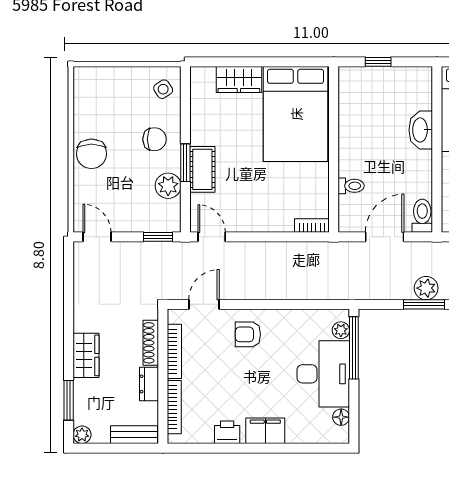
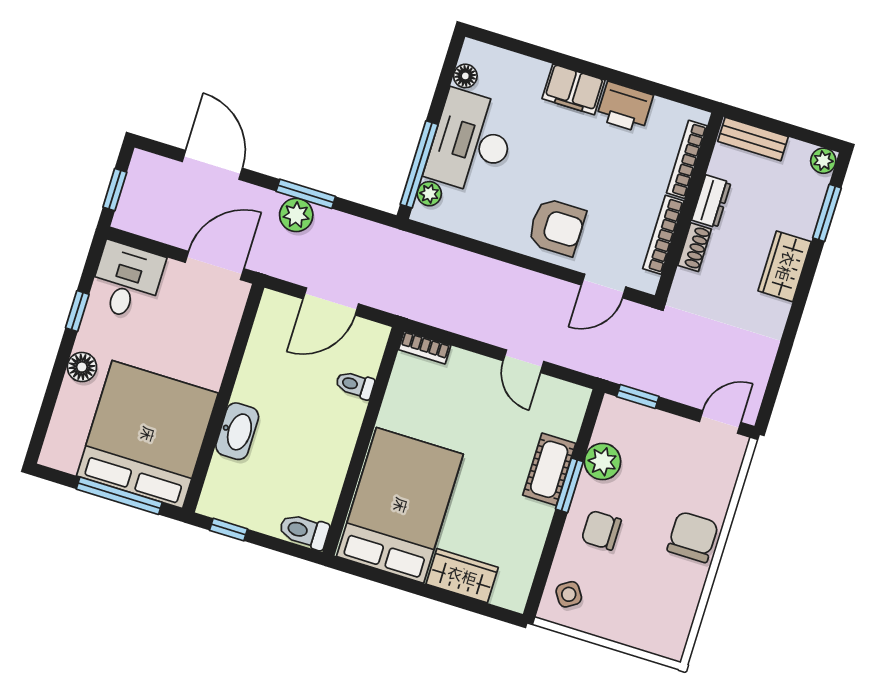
window: (378, 62) -> (229, 530), moved
toilet: (422, 216) -> (304, 531), moved, turned 90
door: (97, 237) -> (720, 422), swing flipped
door: (212, 237) -> (524, 361), moved
armchair: (248, 334) -> (557, 227), width x1.38, depth x1.38
shoe rack: (151, 343) -> (694, 247), width x0.70
printer: (227, 432) -> (625, 107), width x1.36, depth x1.24

